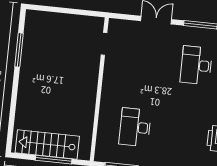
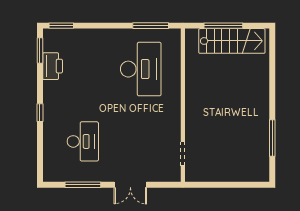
desk: (135, 127) -> (141, 69), width x1.36, depth x1.30

